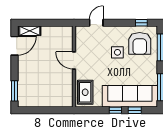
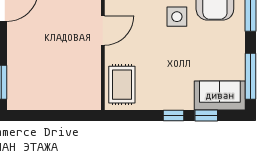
door: (74, 60) -> (103, 31), swing flipped
sofa: (130, 96) -> (220, 95), width x0.54, depth x0.79

